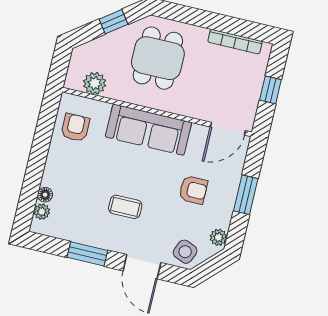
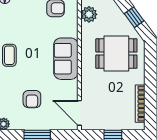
sofa: (148, 130) -> (66, 59), width x0.73

